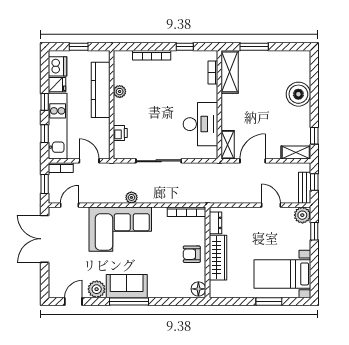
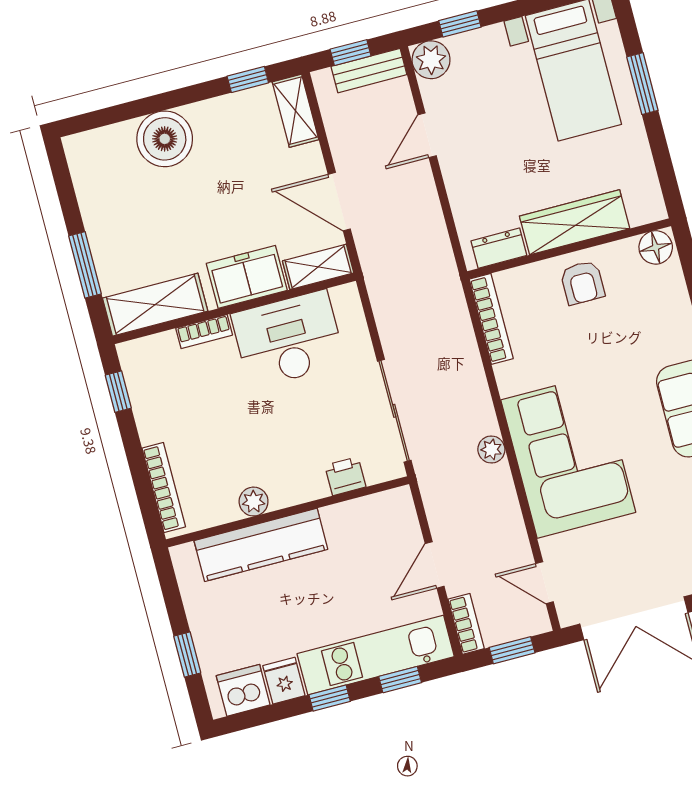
window: (185, 47) -> (118, 392), moved
bookcase: (213, 73) -> (204, 332), moved
kitchen counter: (101, 90) -> (261, 545), moved
plant: (120, 92) -> (254, 502), moved
wall: (112, 105) -> (288, 512), moved
freezer: (231, 114) -> (247, 277), added
printer: (120, 133) -> (345, 476), moved

